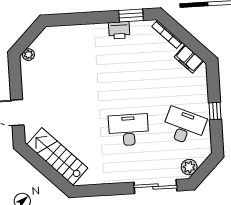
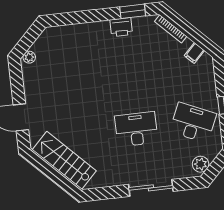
filing cabinet: (189, 59) -> (194, 53), width x0.50
sliding door: (155, 187) -> (151, 188), moved

